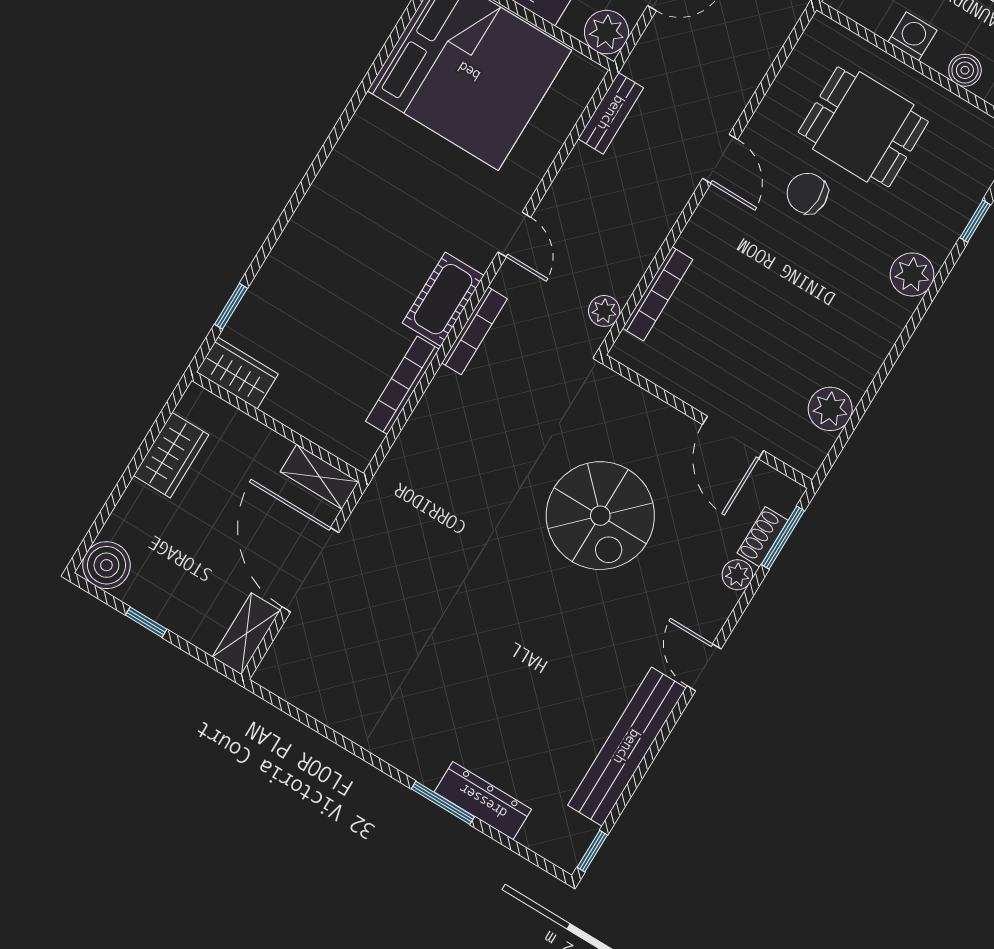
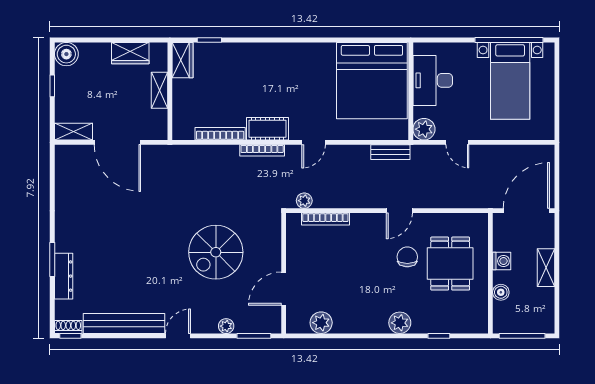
shelving: (319, 477) -> (159, 90), moved
shoe rack: (763, 537) -> (68, 327), moved
door: (310, 570) -> (117, 142), swing flipped

